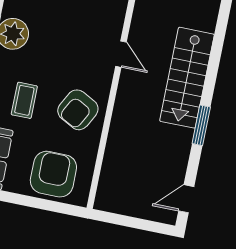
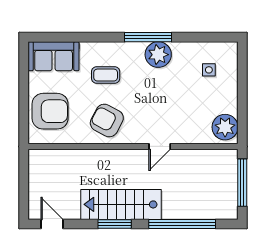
window: (217, 46) -> (182, 224), added
stairs: (187, 78) -> (121, 204), moved

